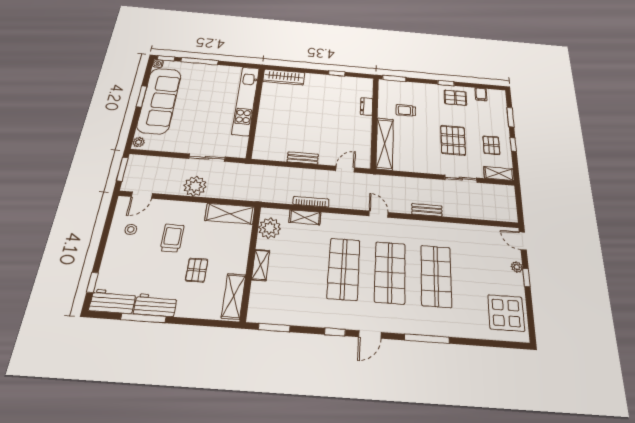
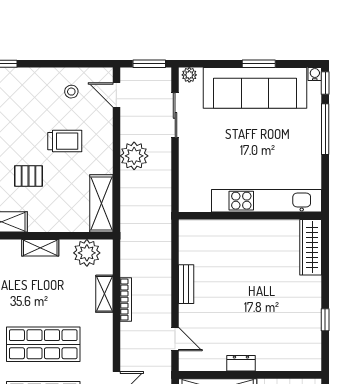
dresser: (367, 106) -> (241, 363), moved
sliding door: (207, 158) -> (175, 115), moved

